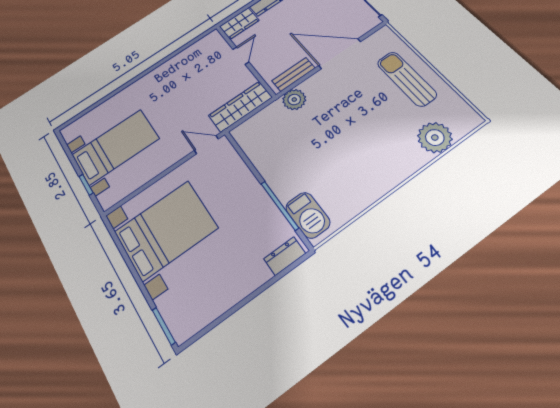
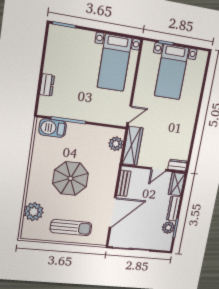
dresser: (217, 42) -> (178, 165), added
door: (241, 56) -> (158, 169), hinge flipped
plant: (294, 100) -> (116, 144), moved
parasol: (348, 135) -> (71, 178), added
bed with nightstands: (166, 230) -> (114, 63), width x0.73
dresser: (285, 256) -> (47, 85), moved

